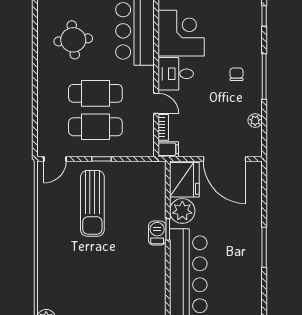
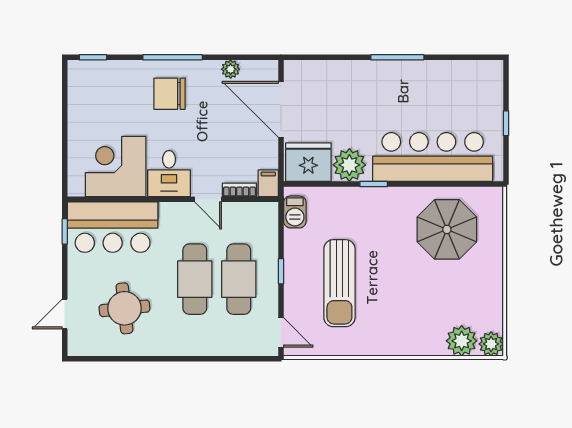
chair: (236, 74) -> (170, 94), width x1.87, depth x1.87
door: (156, 103) -> (208, 199), swing flipped
door: (225, 159) -> (281, 109), swing flipped
sun lounger: (92, 203) -> (339, 283), turned 90
barbecue: (157, 233) -> (295, 212), moved, turned -90
parasol: (133, 285) -> (447, 229), added
plant: (49, 296) -> (462, 341), added

